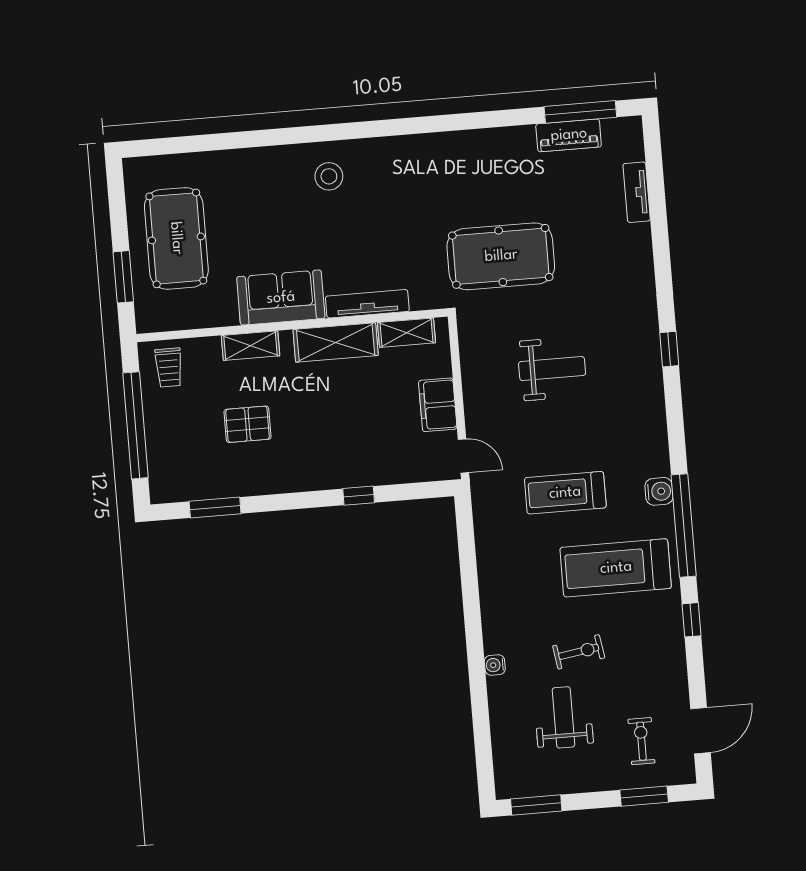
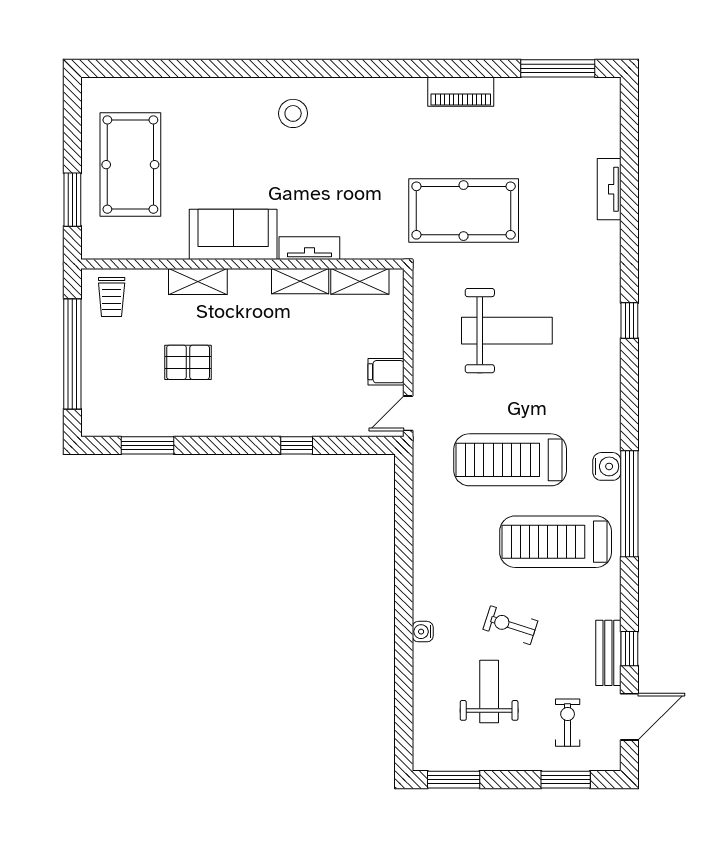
piano: (569, 135) -> (461, 92), moved
tv unit: (637, 192) -> (609, 189), moved
tv unit: (367, 304) -> (309, 248), width x0.71
shelving: (336, 342) -> (300, 281), width x0.67, depth x0.75
weight bench: (552, 369) -> (507, 331), width x1.36, depth x1.33
filing cabinet: (438, 405) -> (386, 372), width x0.50
door: (463, 456) -> (408, 413), swing flipped
treadmill: (565, 493) -> (510, 460), width x1.37, depth x1.38
window: (691, 620) -> (629, 649), moved
exercise bike: (579, 652) -> (510, 625), turned -153
bench: (675, 671) -> (608, 653), added

